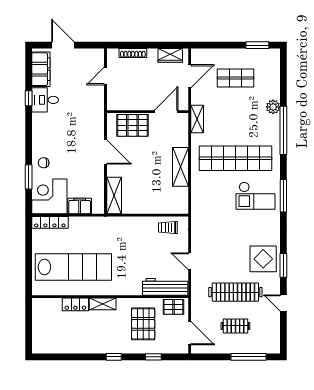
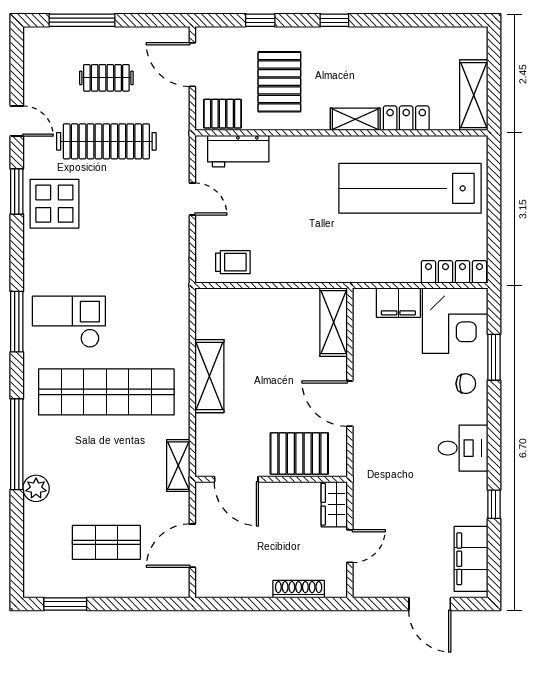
wardrobe: (170, 55) -> (334, 504), moved, turned -90
desk: (45, 100) -> (463, 448), moved
door: (166, 112) -> (236, 479), hinge flipped
workbench: (165, 287) -> (238, 151), width x0.73
shelving: (39, 317) -> (474, 95), added

